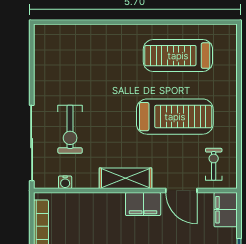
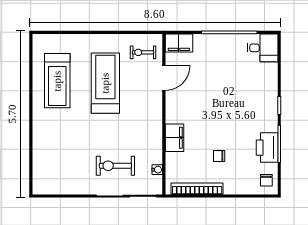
exercise bike: (70, 129) -> (115, 166), turned 180
shelving: (125, 178) -> (154, 122), removed
filing cabinet: (143, 204) -> (174, 138), moved

